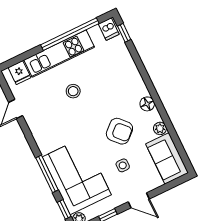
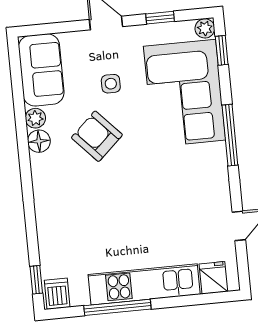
window: (70, 34) -> (117, 307), width x0.68
stool: (73, 91) -> (144, 221), removed
floor lamp: (147, 104) -> (39, 141), moved
window: (47, 174) -> (230, 135), moved

